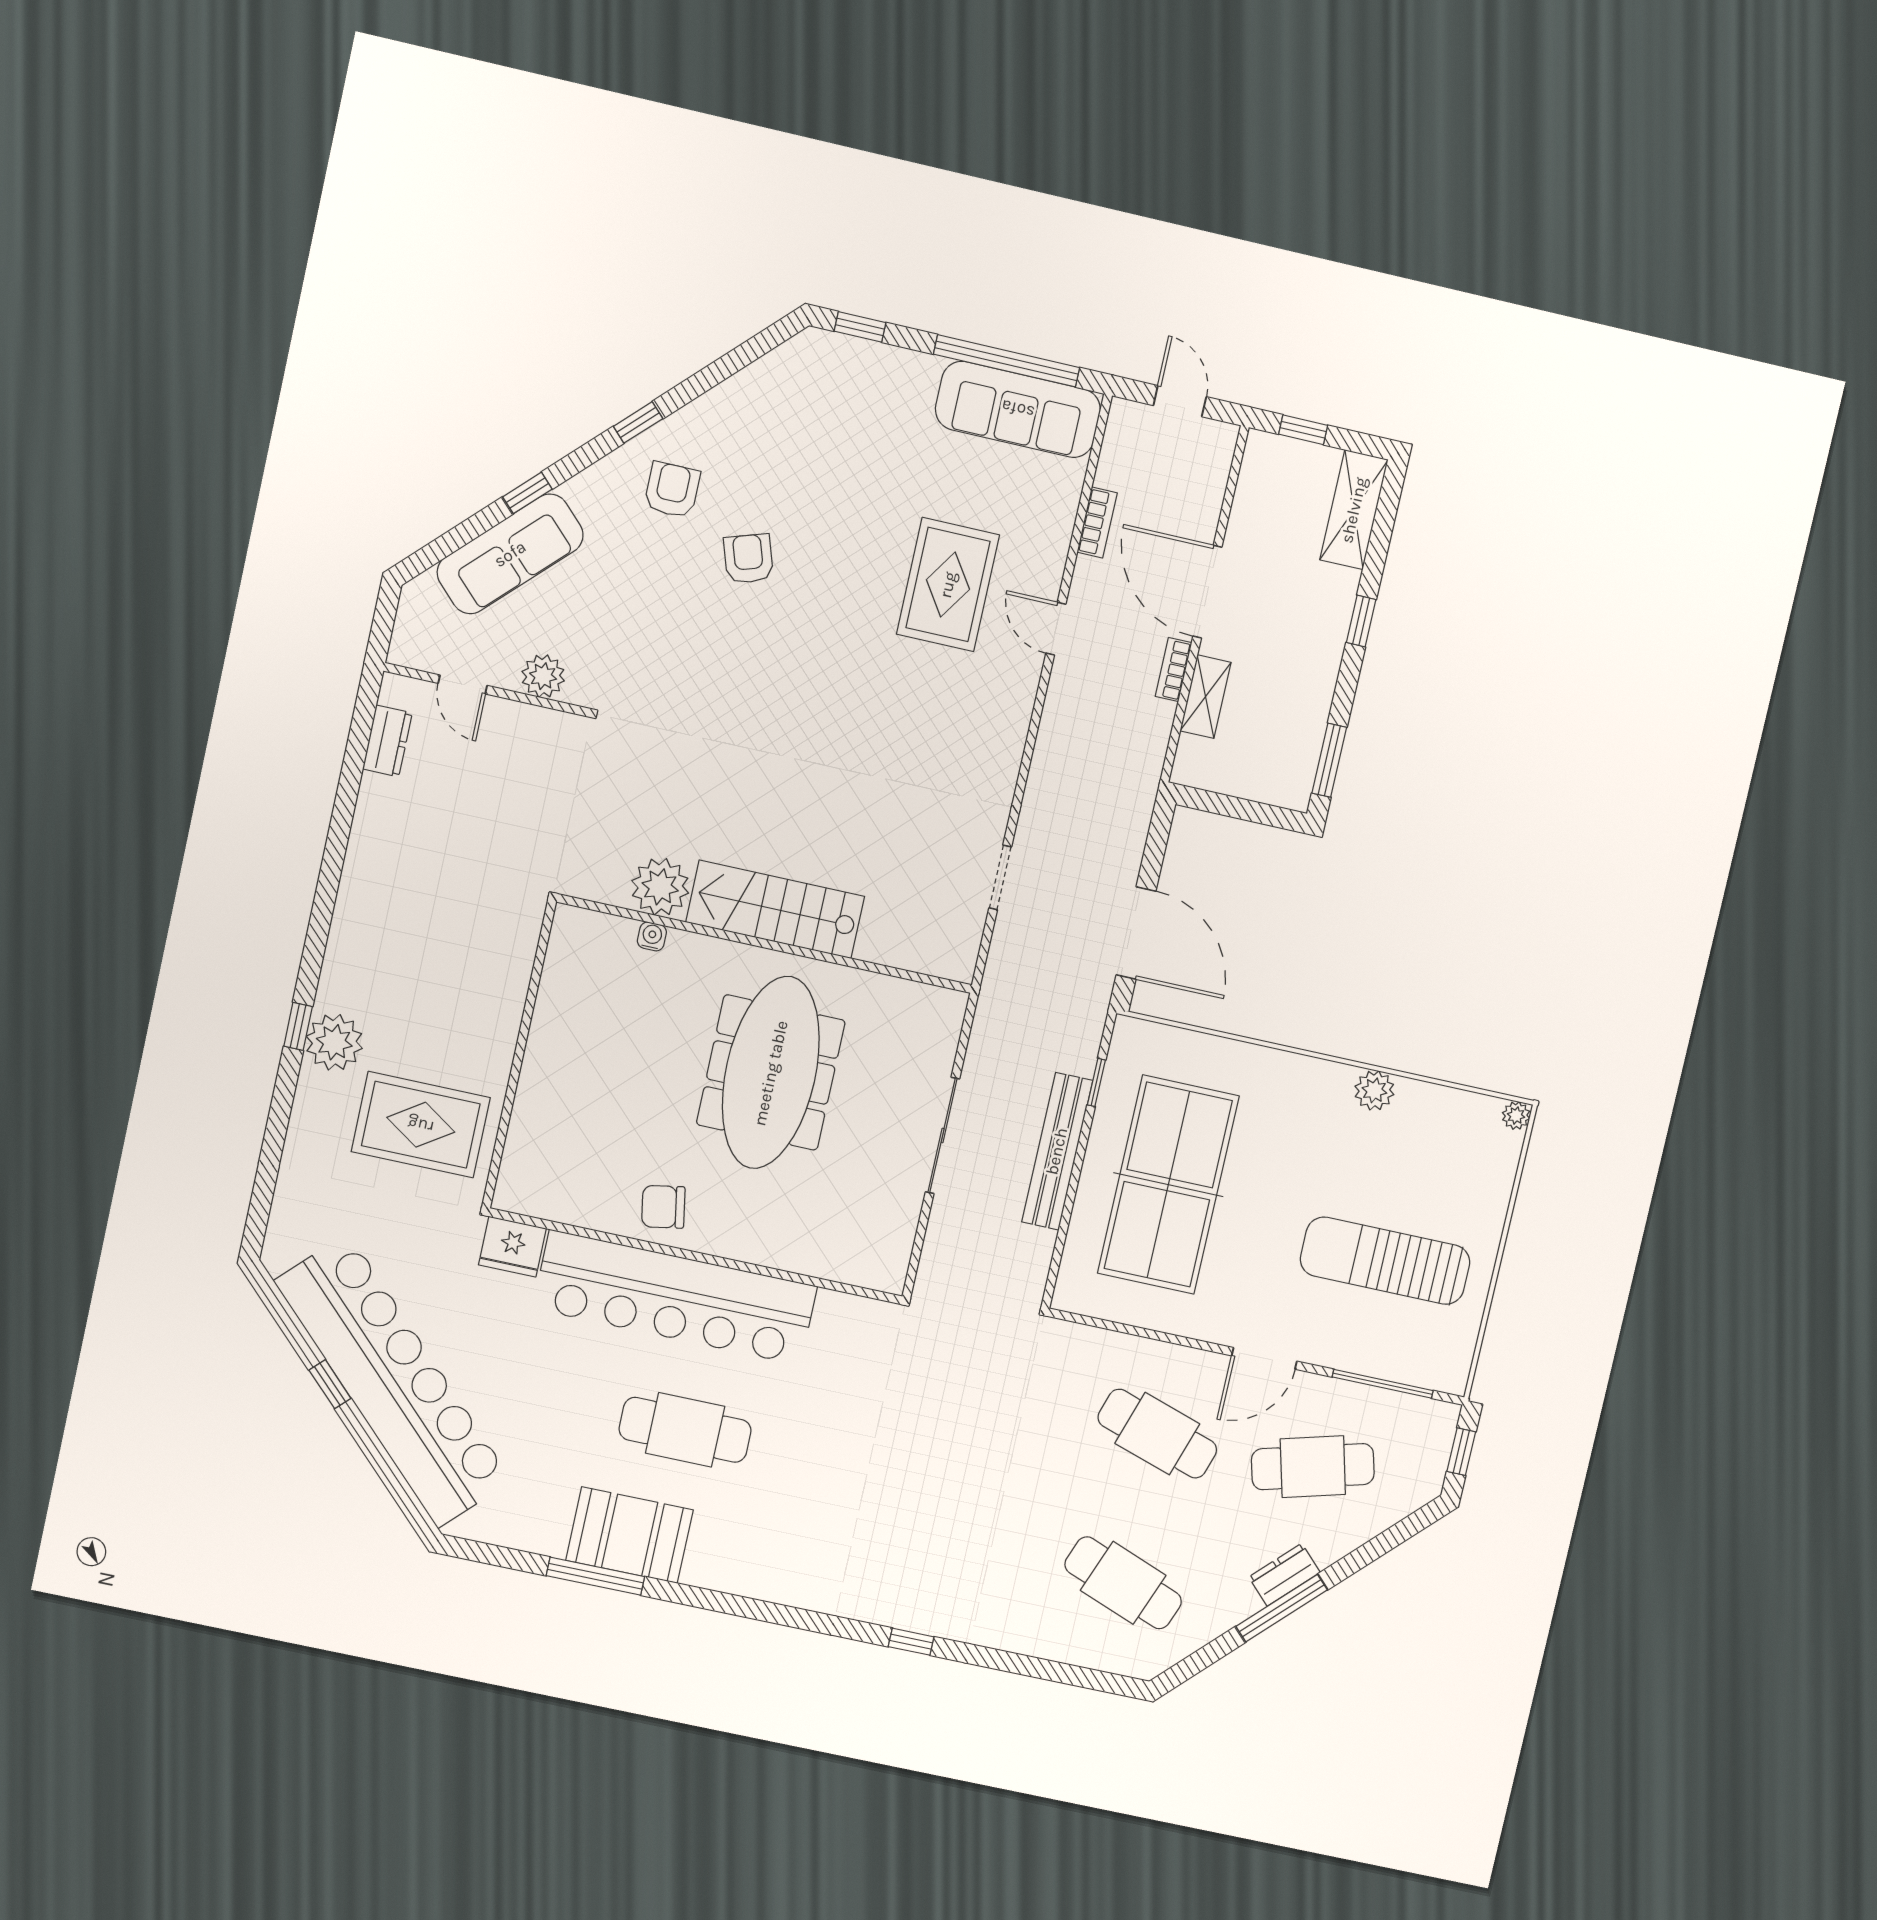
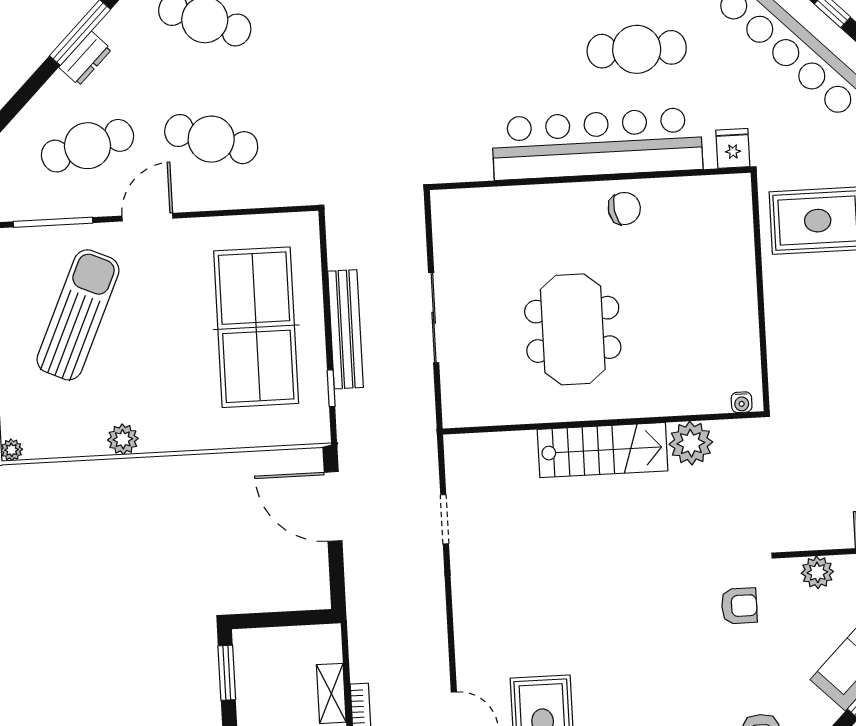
armchair: (748, 559) -> (739, 606), moved, turned -72
water cooler: (652, 936) -> (742, 402), moved
meeting table: (771, 1073) -> (573, 329), width x0.73
fridge: (512, 1247) -> (733, 148), width x0.72
sun lounger: (1385, 1261) -> (78, 315), turned -66
cafe table: (685, 1430) -> (637, 49), moved

